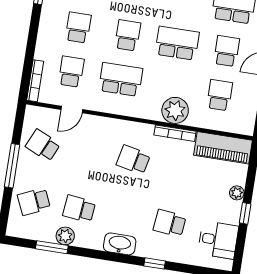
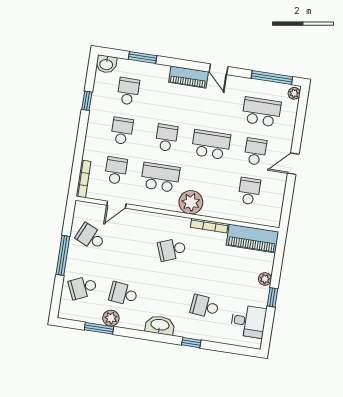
plant: (175, 110) -> (191, 202), moved
school desk: (133, 160) -> (172, 249), turned -33

